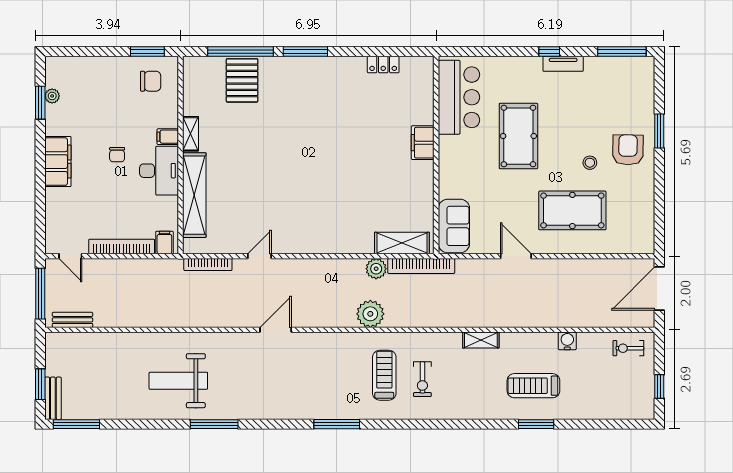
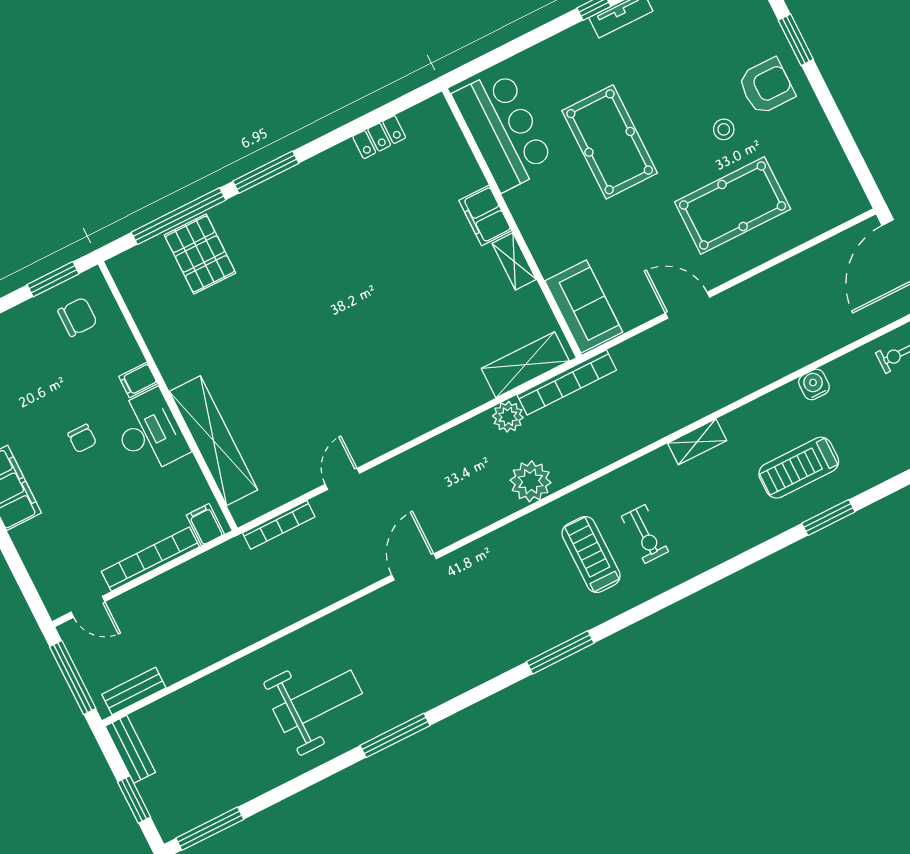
shelving: (191, 134) -> (514, 261), moved
armchair: (628, 150) -> (766, 86), turned 89
weight bench: (178, 381) -> (318, 701), turned 180
bench: (53, 398) -> (130, 749), moved

